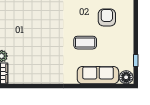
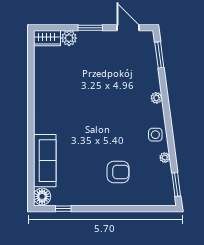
coffee table: (85, 43) -> (86, 144), removed

